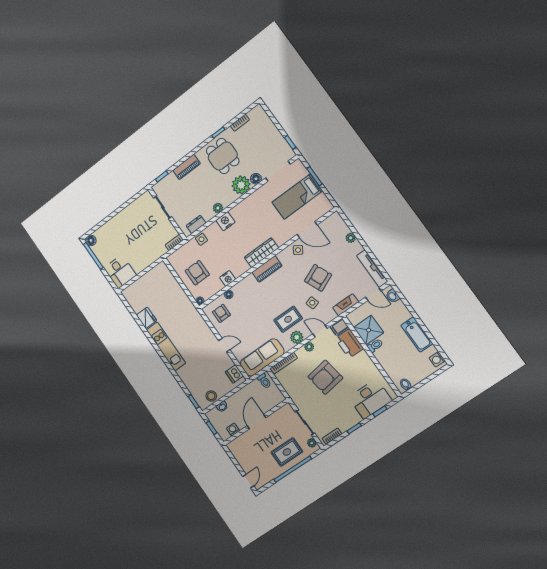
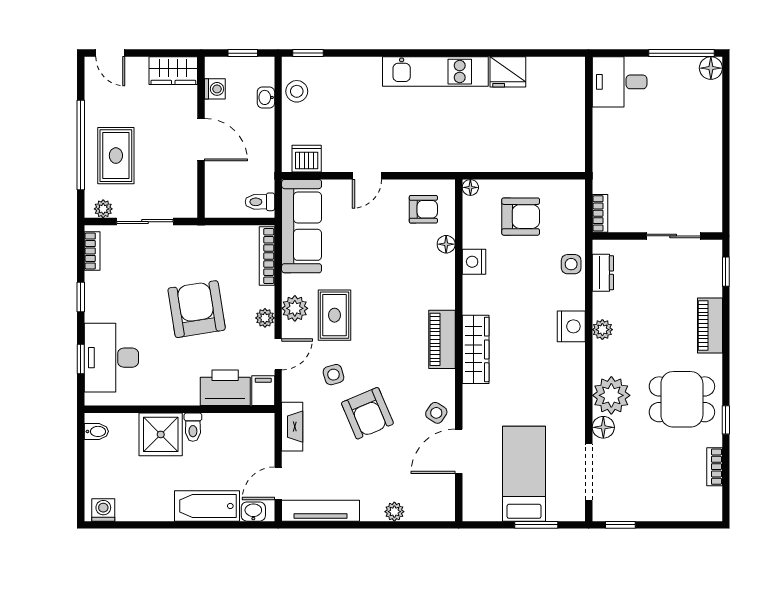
shower: (369, 330) -> (161, 434), moved
bathtub: (417, 335) -> (207, 506), moved
wardrobe: (238, 451) -> (173, 71), added

